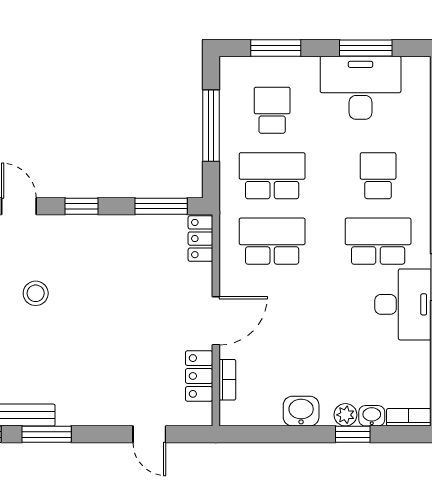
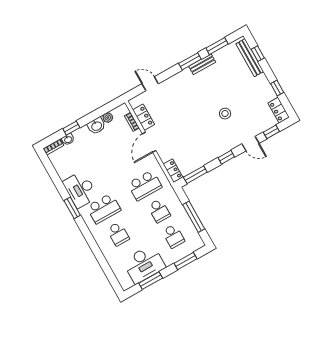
school desk: (272, 176) -> (159, 211), width x0.54
plant: (345, 415) -> (108, 118), moved

